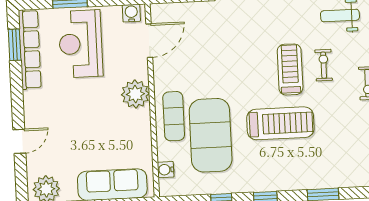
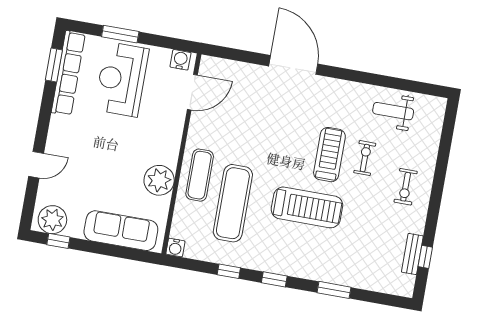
plant: (135, 94) -> (159, 180), moved
exercise mat: (211, 135) -> (233, 203), width x0.68
water cooler: (166, 170) -> (175, 248), moved, turned -90

